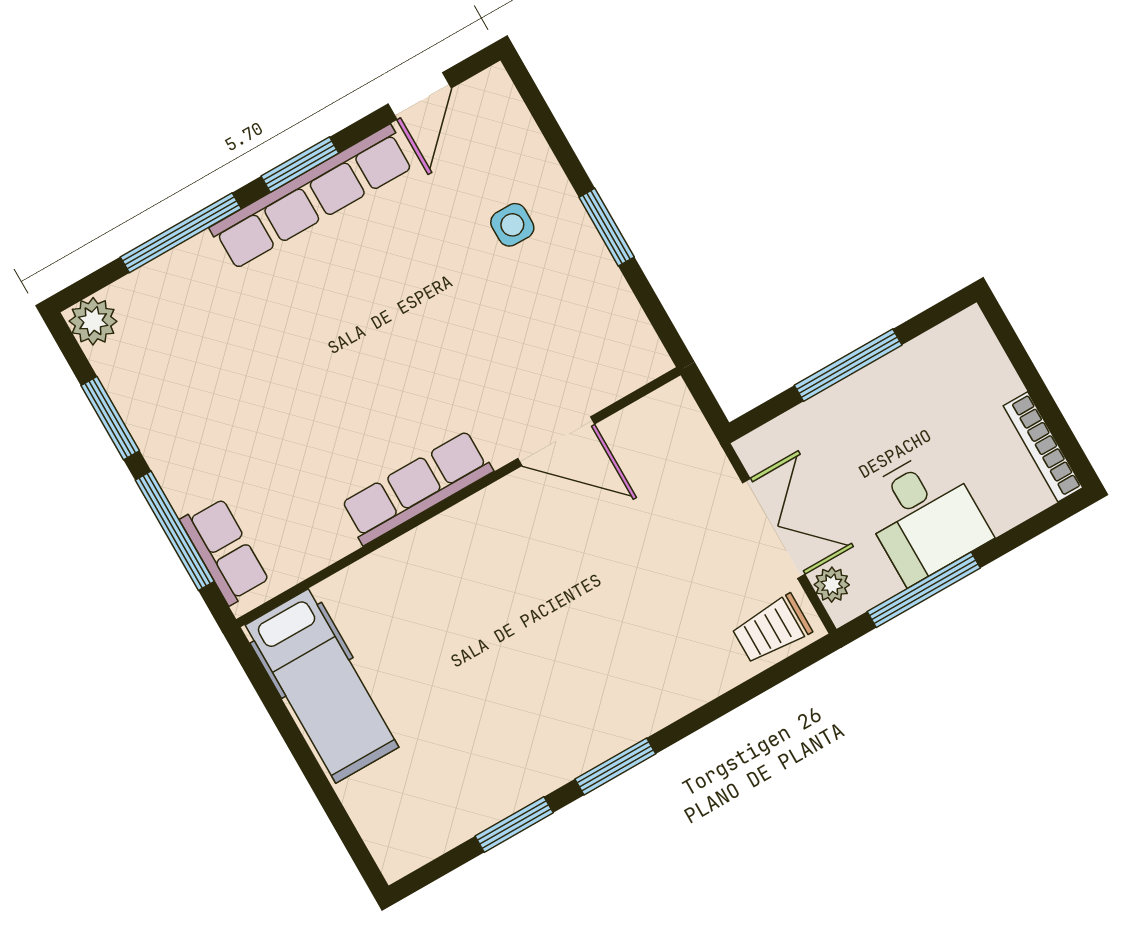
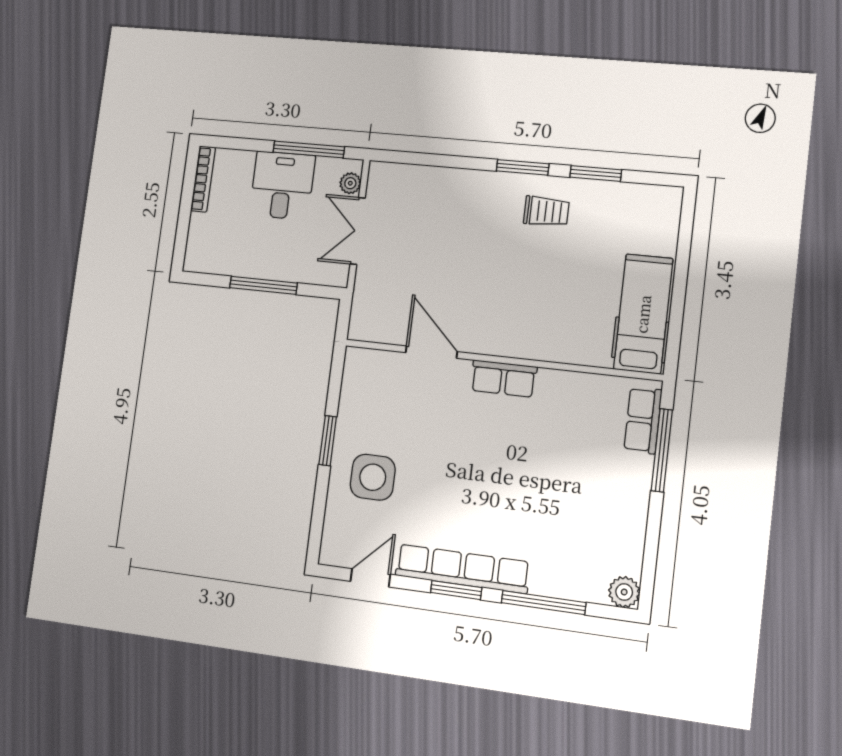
side table: (512, 225) -> (373, 477), width x1.87, depth x1.87
window: (110, 418) -> (653, 534), removed
row of seats: (417, 488) -> (504, 378), width x0.68
trolley: (772, 629) -> (546, 211), moved

